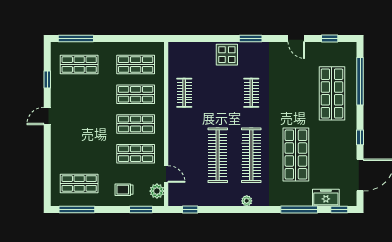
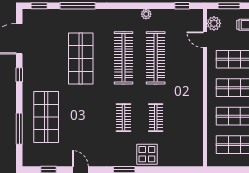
window: (360, 81) -> (19, 129), width x0.68
clothes rail: (184, 93) -> (156, 118), moved
freezer: (326, 198) -> (52, 17), removed
plant: (247, 201) -> (146, 14), moved

